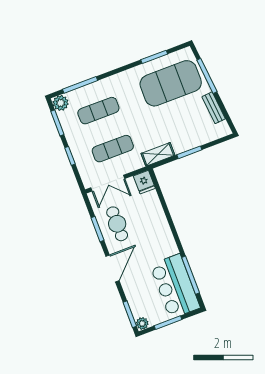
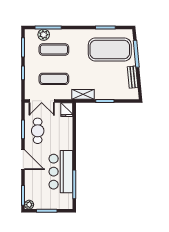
plant: (61, 103) -> (44, 35), moved
door: (112, 268) -> (23, 160), hinge flipped
bar counter: (175, 286) -> (61, 172), moved

